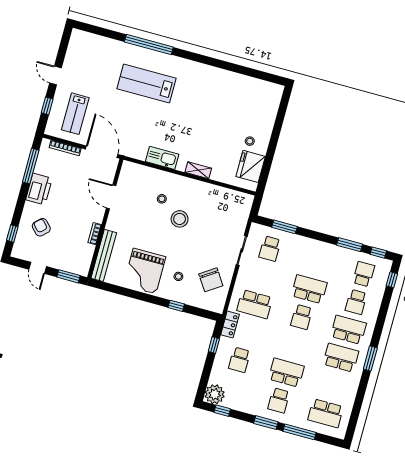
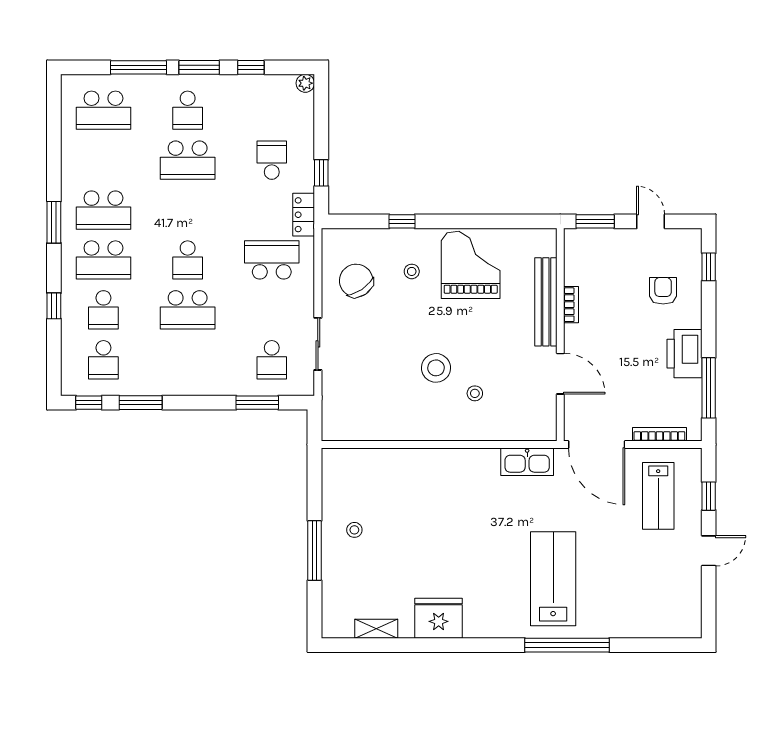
door: (55, 75) -> (709, 551), hinge flipped
lab bench: (146, 84) -> (553, 579), turned -90
lab bench: (75, 114) -> (658, 496), turned 180
window: (275, 136) -> (314, 551), added
kitchen sink: (162, 158) -> (527, 462), moved
fridge: (251, 166) -> (439, 618), moved, turned -90
shelving: (198, 170) -> (376, 629), moved
armchair: (41, 227) -> (663, 291), turned -137
school desk: (270, 249) -> (272, 360), turned 180
bench: (104, 255) -> (546, 302), moved
window: (392, 280) -> (54, 306), moved
school desk: (356, 302) -> (103, 310), turned 180
school desk: (302, 317) -> (188, 260), turned 180
plant: (215, 394) -> (305, 83), width x0.53, depth x0.53
school desk: (279, 400) -> (188, 110), turned 180
window: (222, 411) -> (251, 67), moved
school desk: (326, 413) -> (103, 110), turned 180

